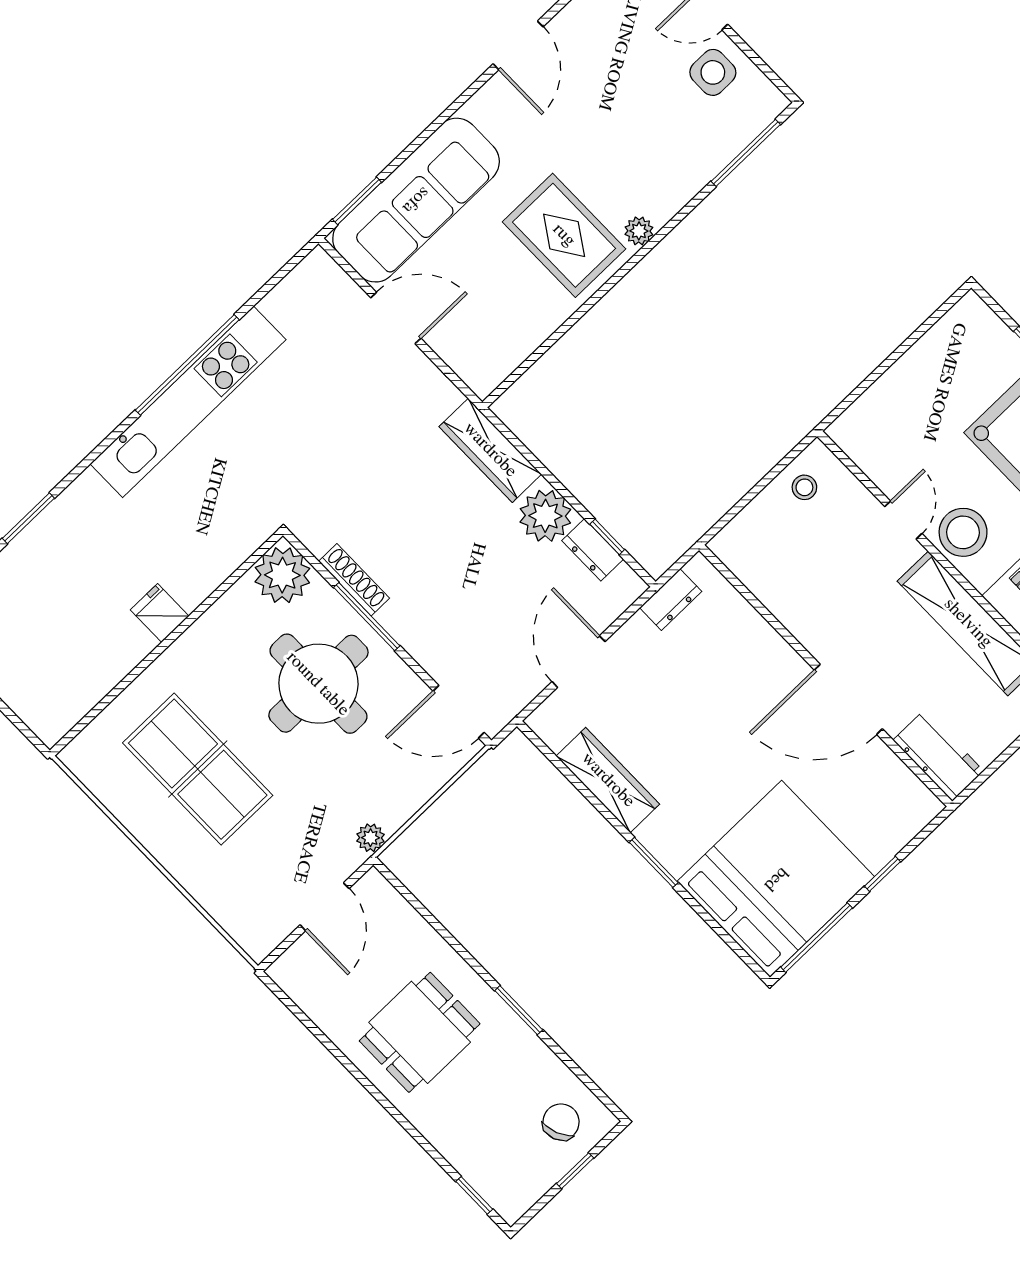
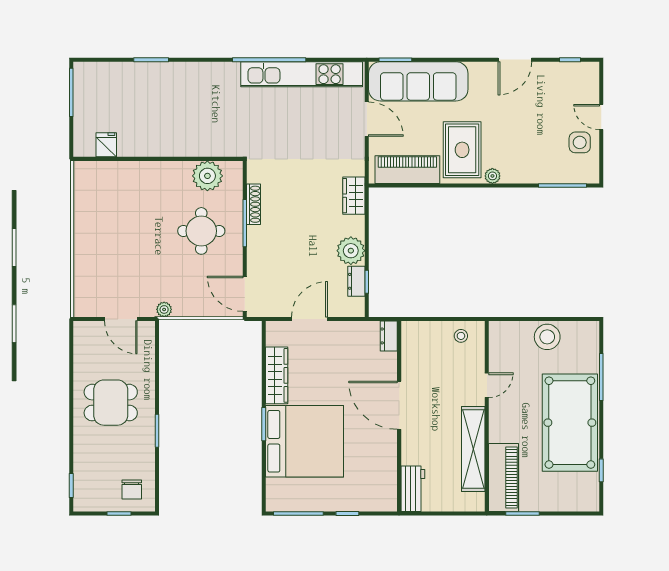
piano: (516, 333) -> (407, 170), added
kitchen unit: (188, 402) -> (302, 74), moved
wardrobe: (490, 450) -> (354, 196), width x0.67
stool: (963, 532) -> (547, 337), moved
plant: (282, 575) -> (207, 176), moved
dresser: (671, 600) -> (389, 336), moved, turned 90
fridge: (160, 613) -> (106, 145), moved
round table: (318, 684) -> (201, 231), width x0.73, depth x0.73
door: (848, 699) -> (399, 405), moved
table tennis table: (198, 769) -> (123, 219), removed
bed: (776, 879) -> (305, 441), moved
door: (325, 907) -> (121, 319), hinge flipped
chair: (561, 1122) -> (132, 489), turned 112

